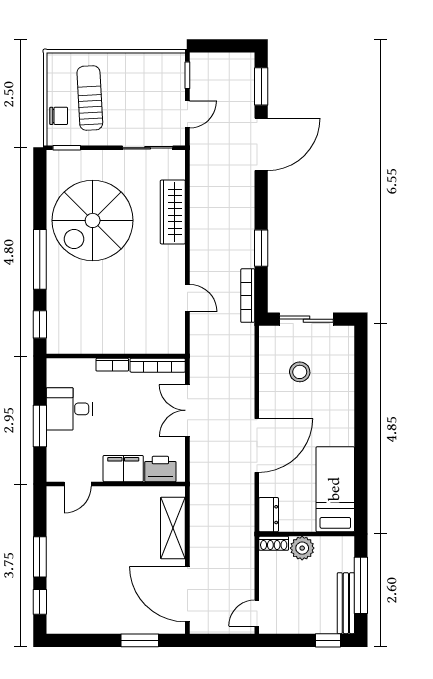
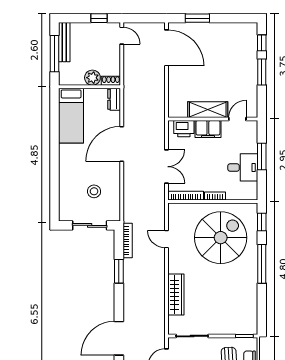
spiral stairs: (93, 220) -> (221, 238), moved
shelving: (173, 528) -> (208, 110), moved, turned 90
door: (257, 613) -> (122, 36), hinge flipped
window: (328, 640) -> (99, 18), moved

